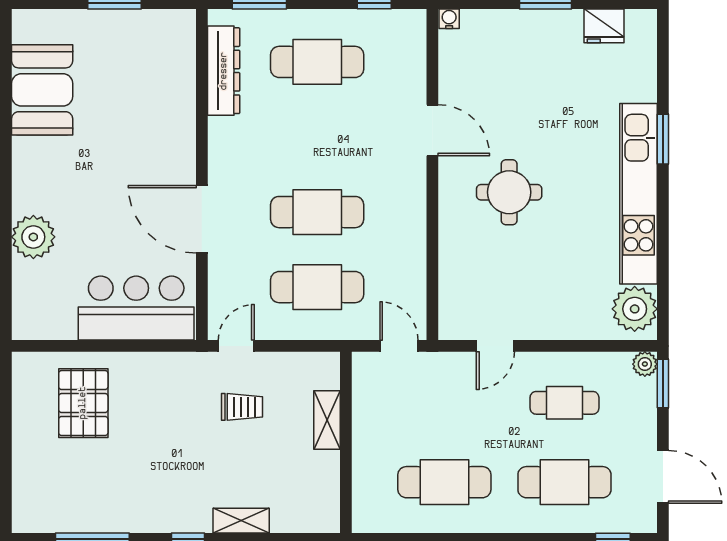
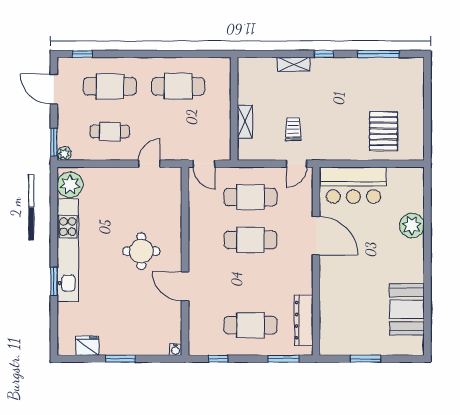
trolley: (242, 407) -> (293, 129), turned 90

